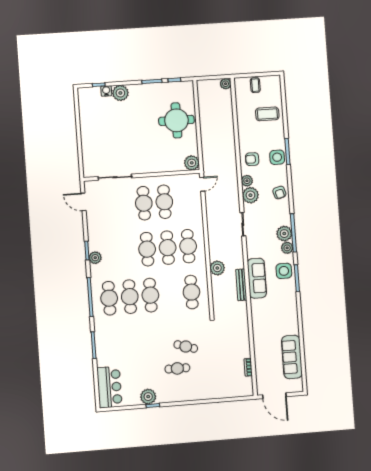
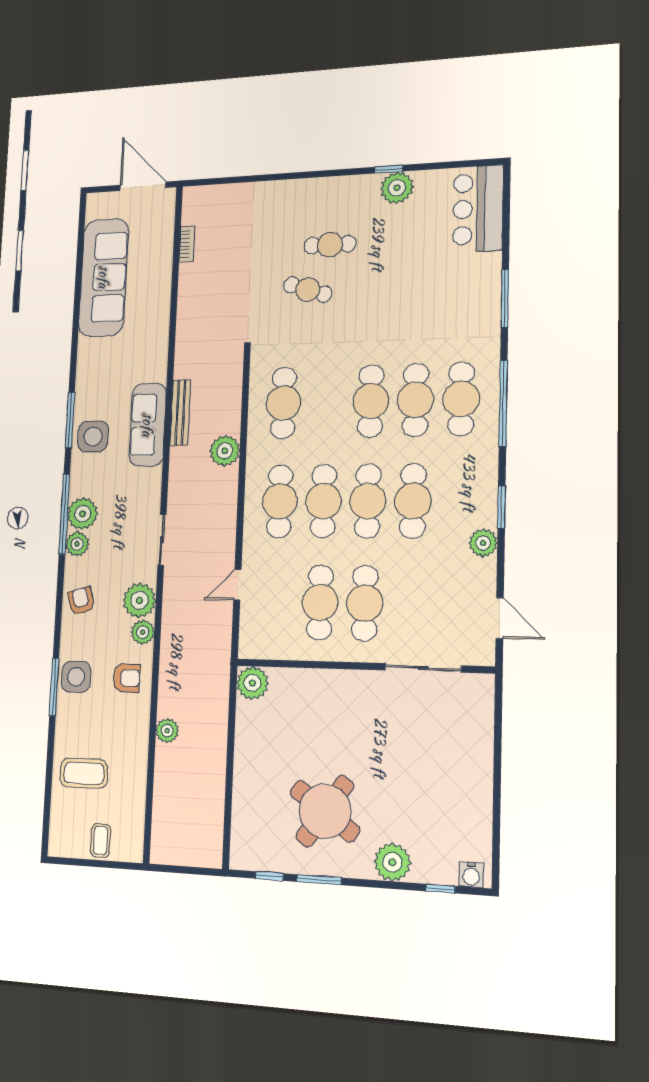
plant: (226, 84) -> (167, 731), moved
water cooler: (106, 91) -> (471, 875), moved
round table: (176, 120) -> (325, 811), moved, turned 35
door: (202, 184) -> (237, 585), moved
plant: (287, 248) -> (77, 544), moved
cafe table: (126, 251) -> (413, 501), added
plant: (95, 258) -> (483, 543), moved
sofa: (292, 357) -> (104, 277), width x1.36, depth x1.27

